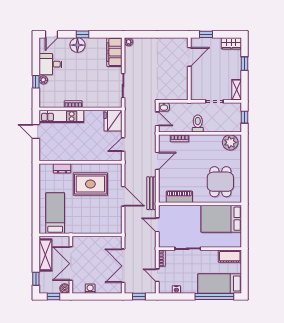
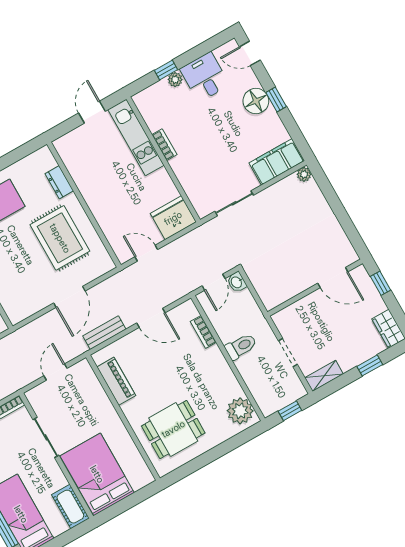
bench: (151, 193) -> (104, 333), width x0.73
bed: (221, 219) -> (97, 474), moved

